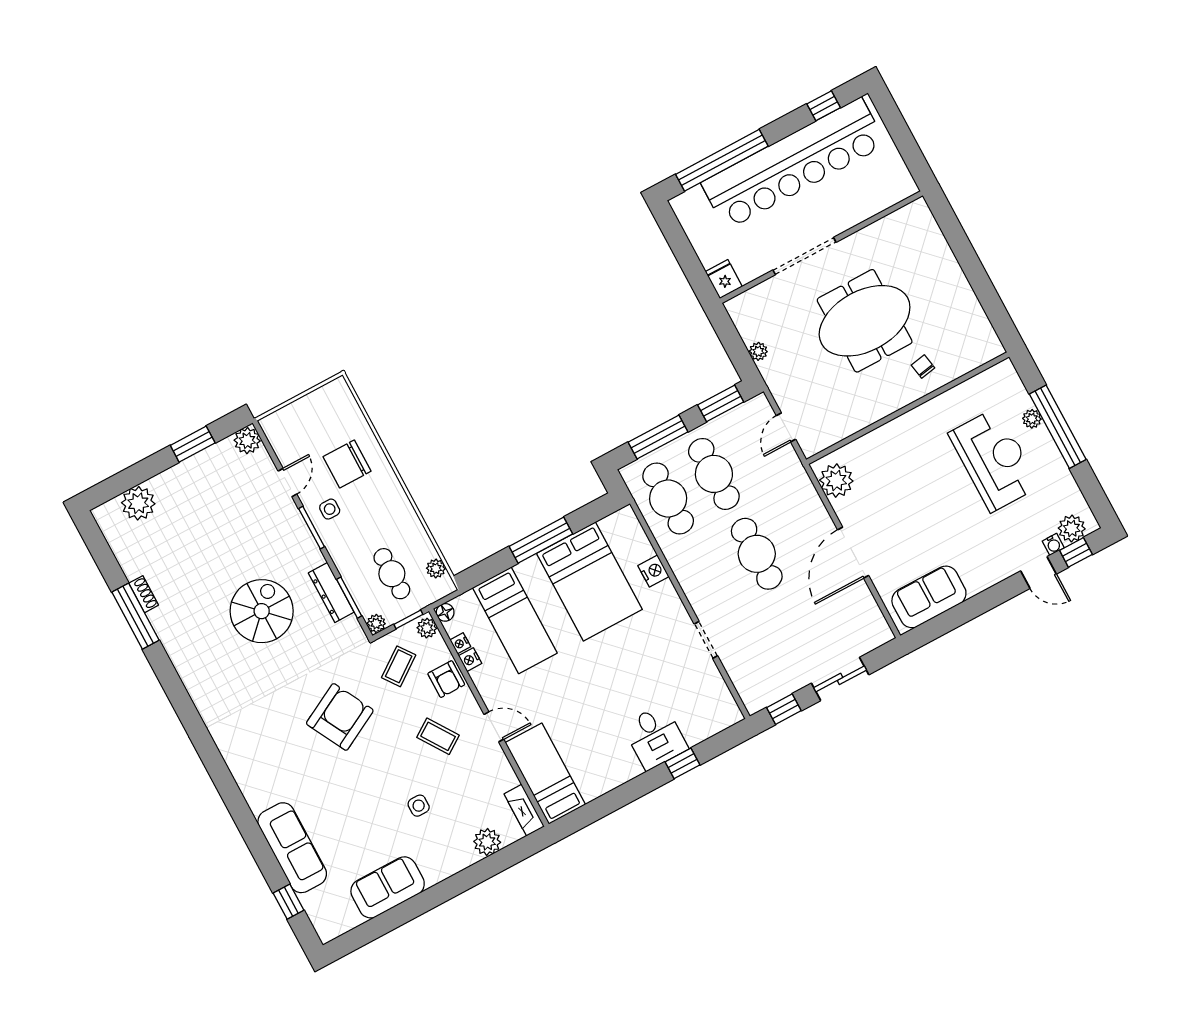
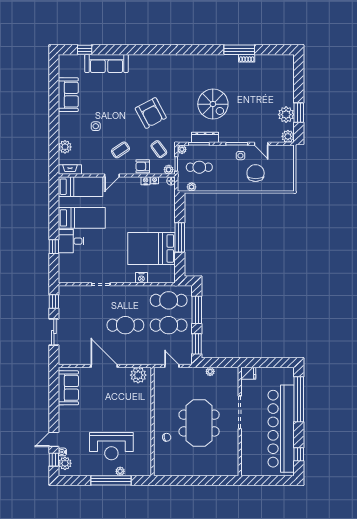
plant: (138, 503) -> (286, 115), moved
bed: (515, 620) -> (82, 218), moved, turned 180

